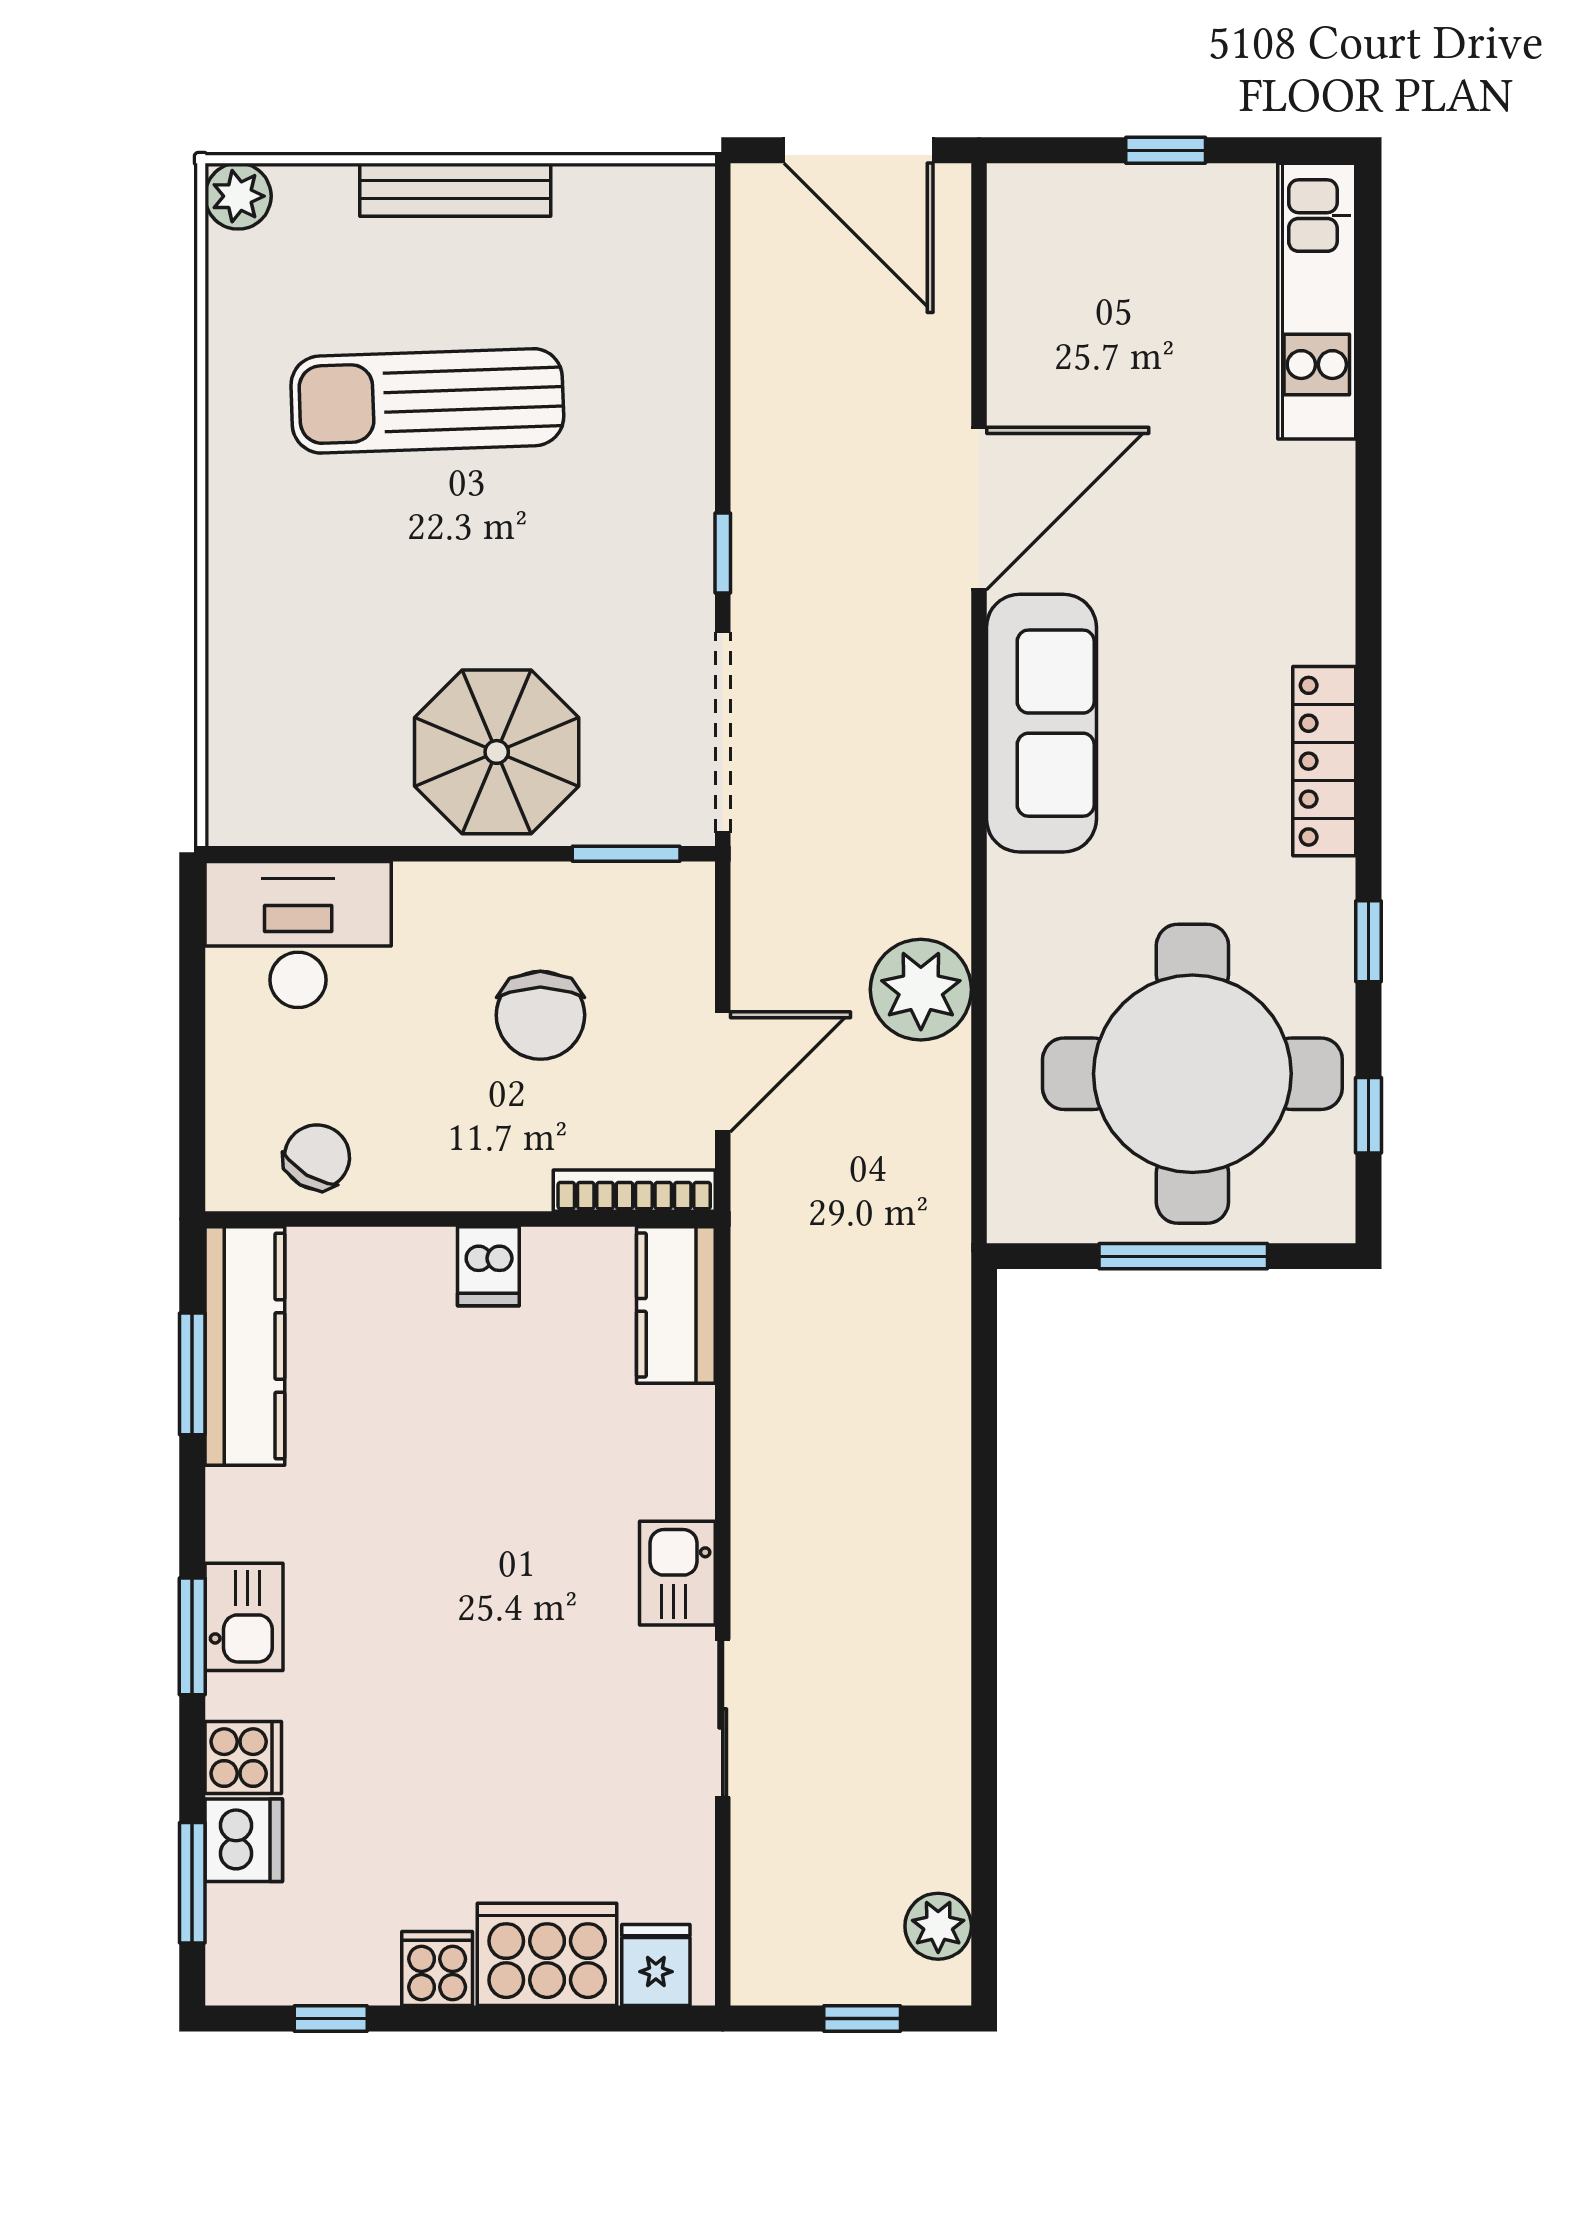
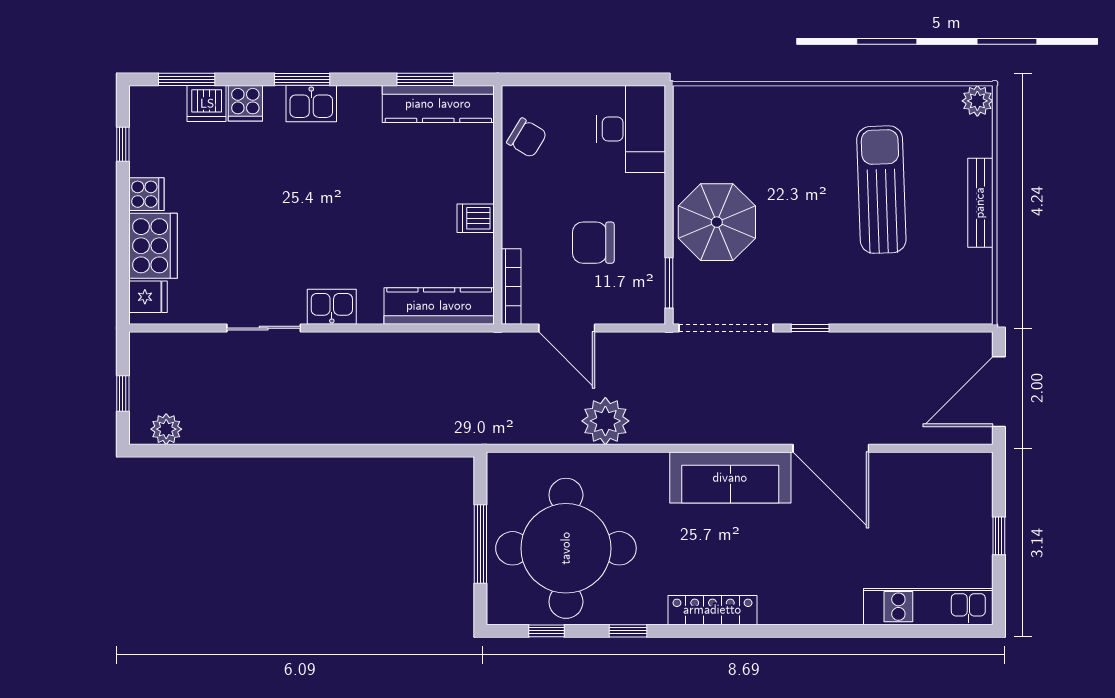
kitchen counter: (676, 1305) -> (439, 306), width x1.50

